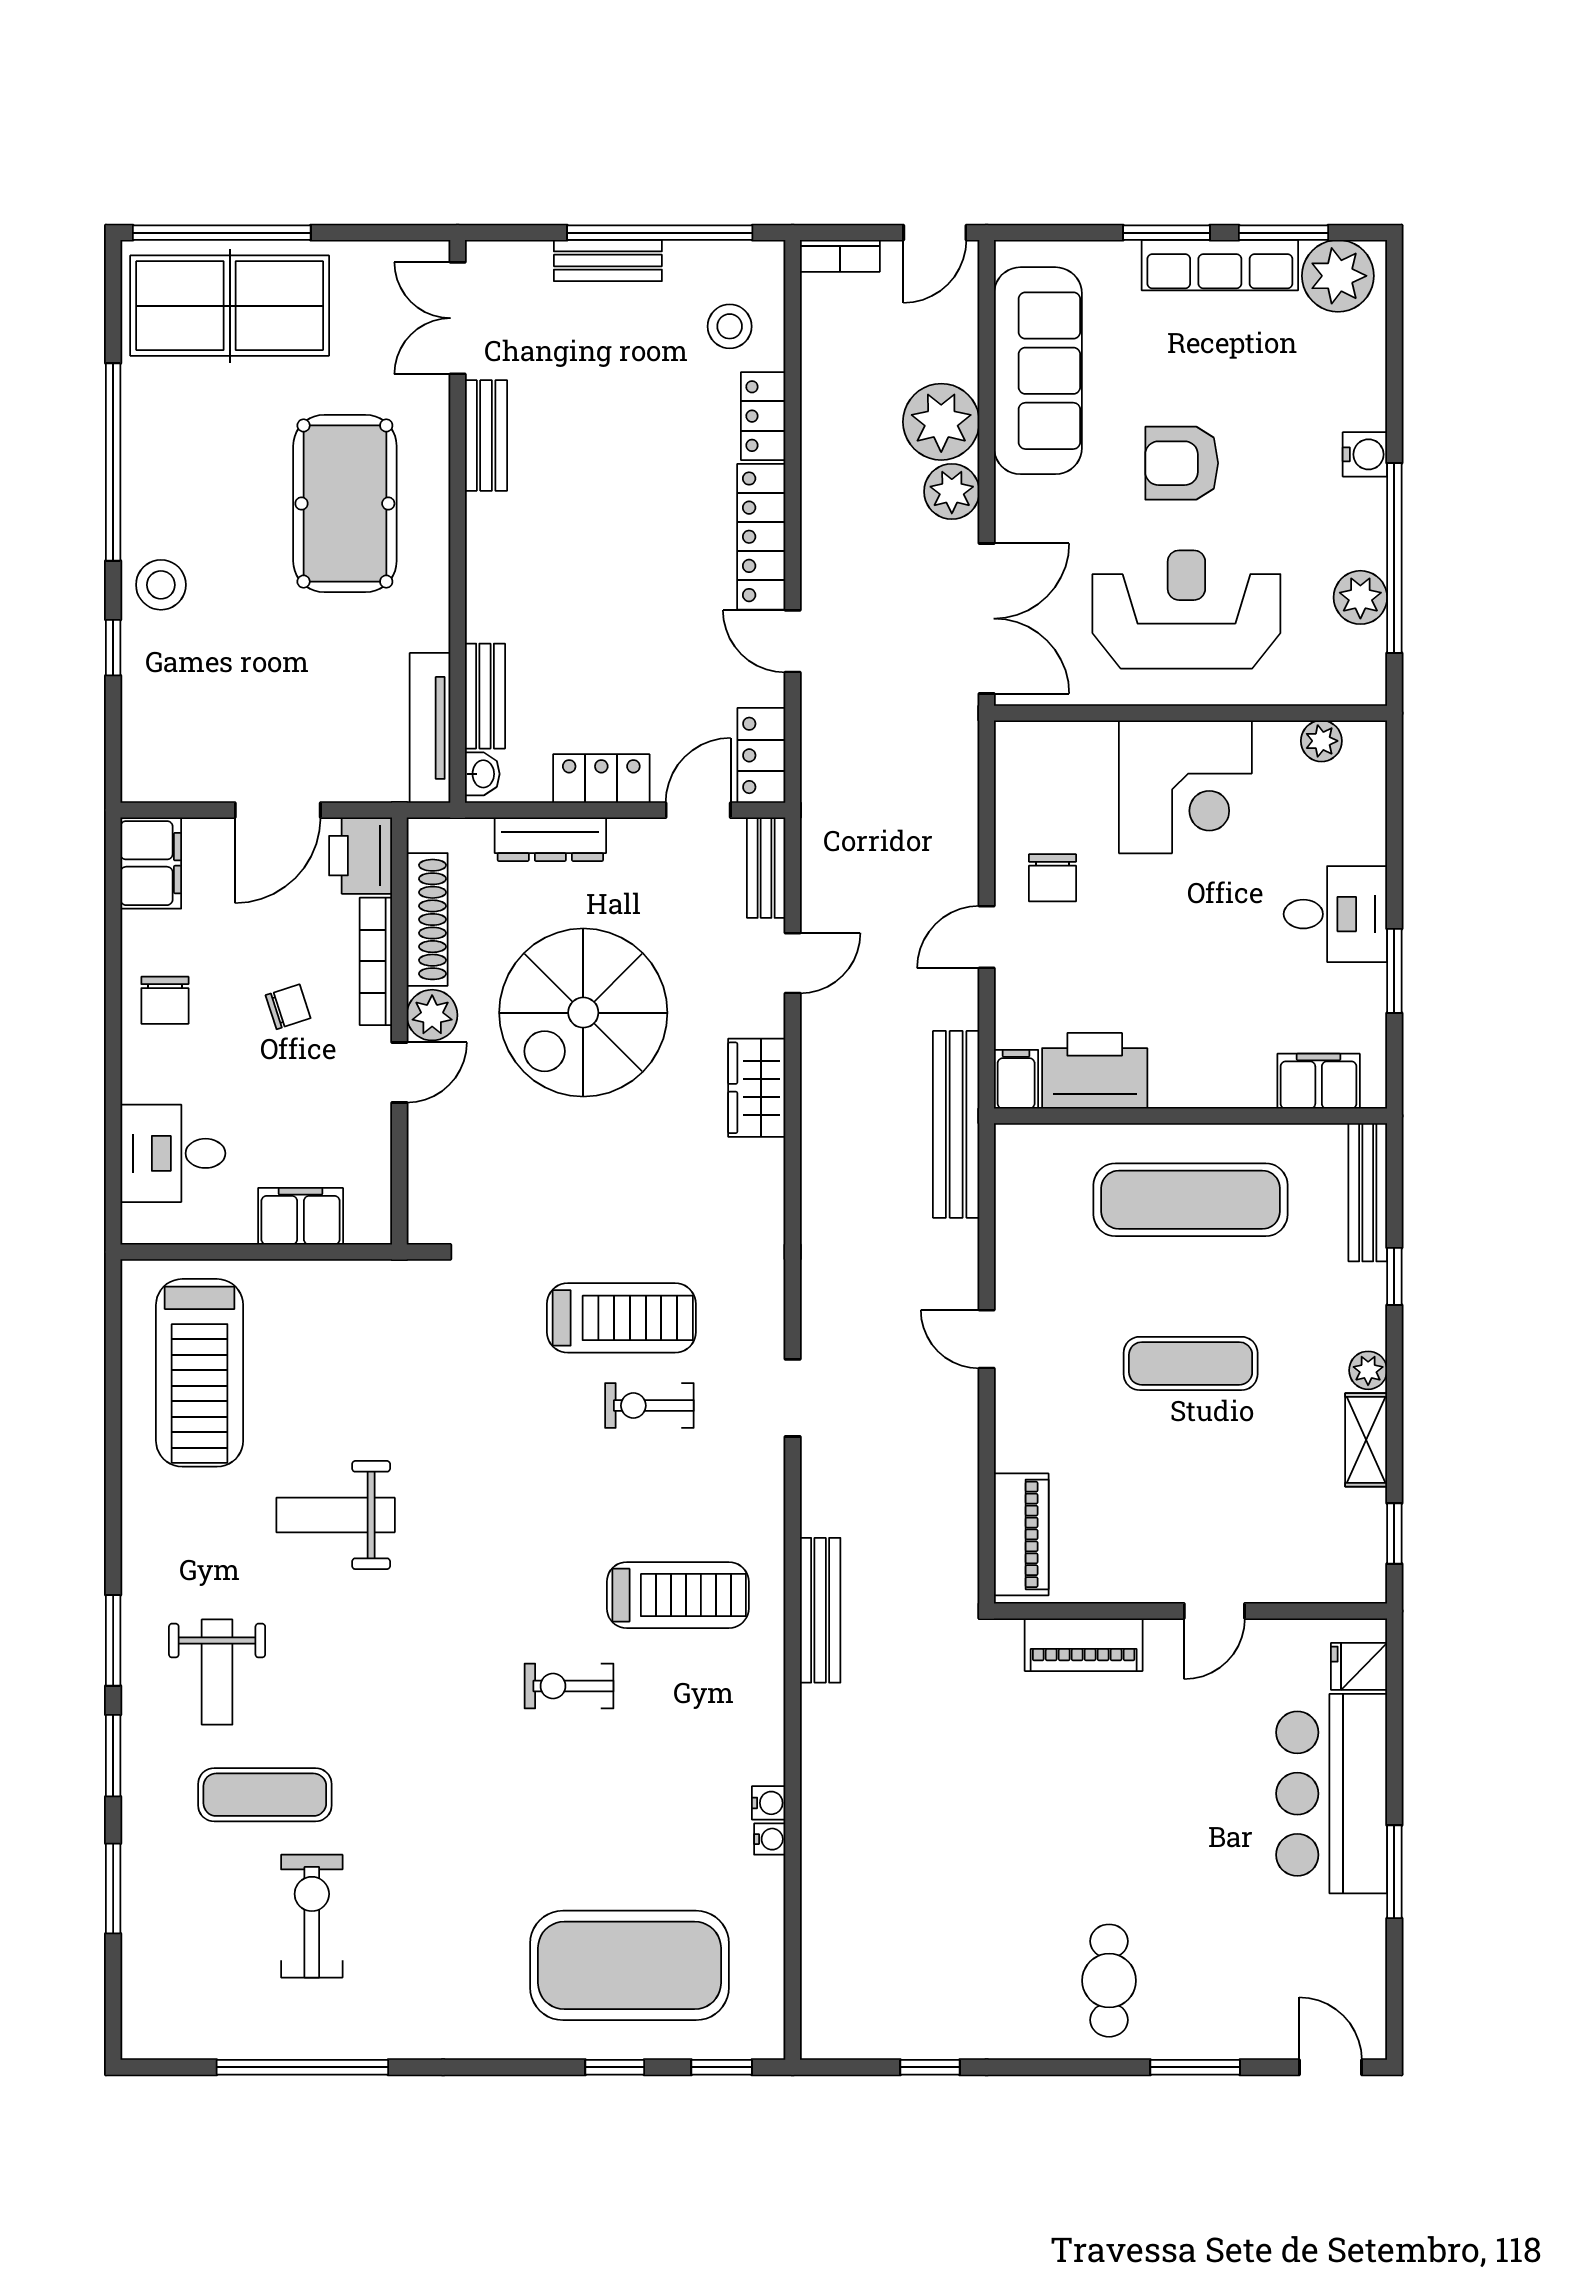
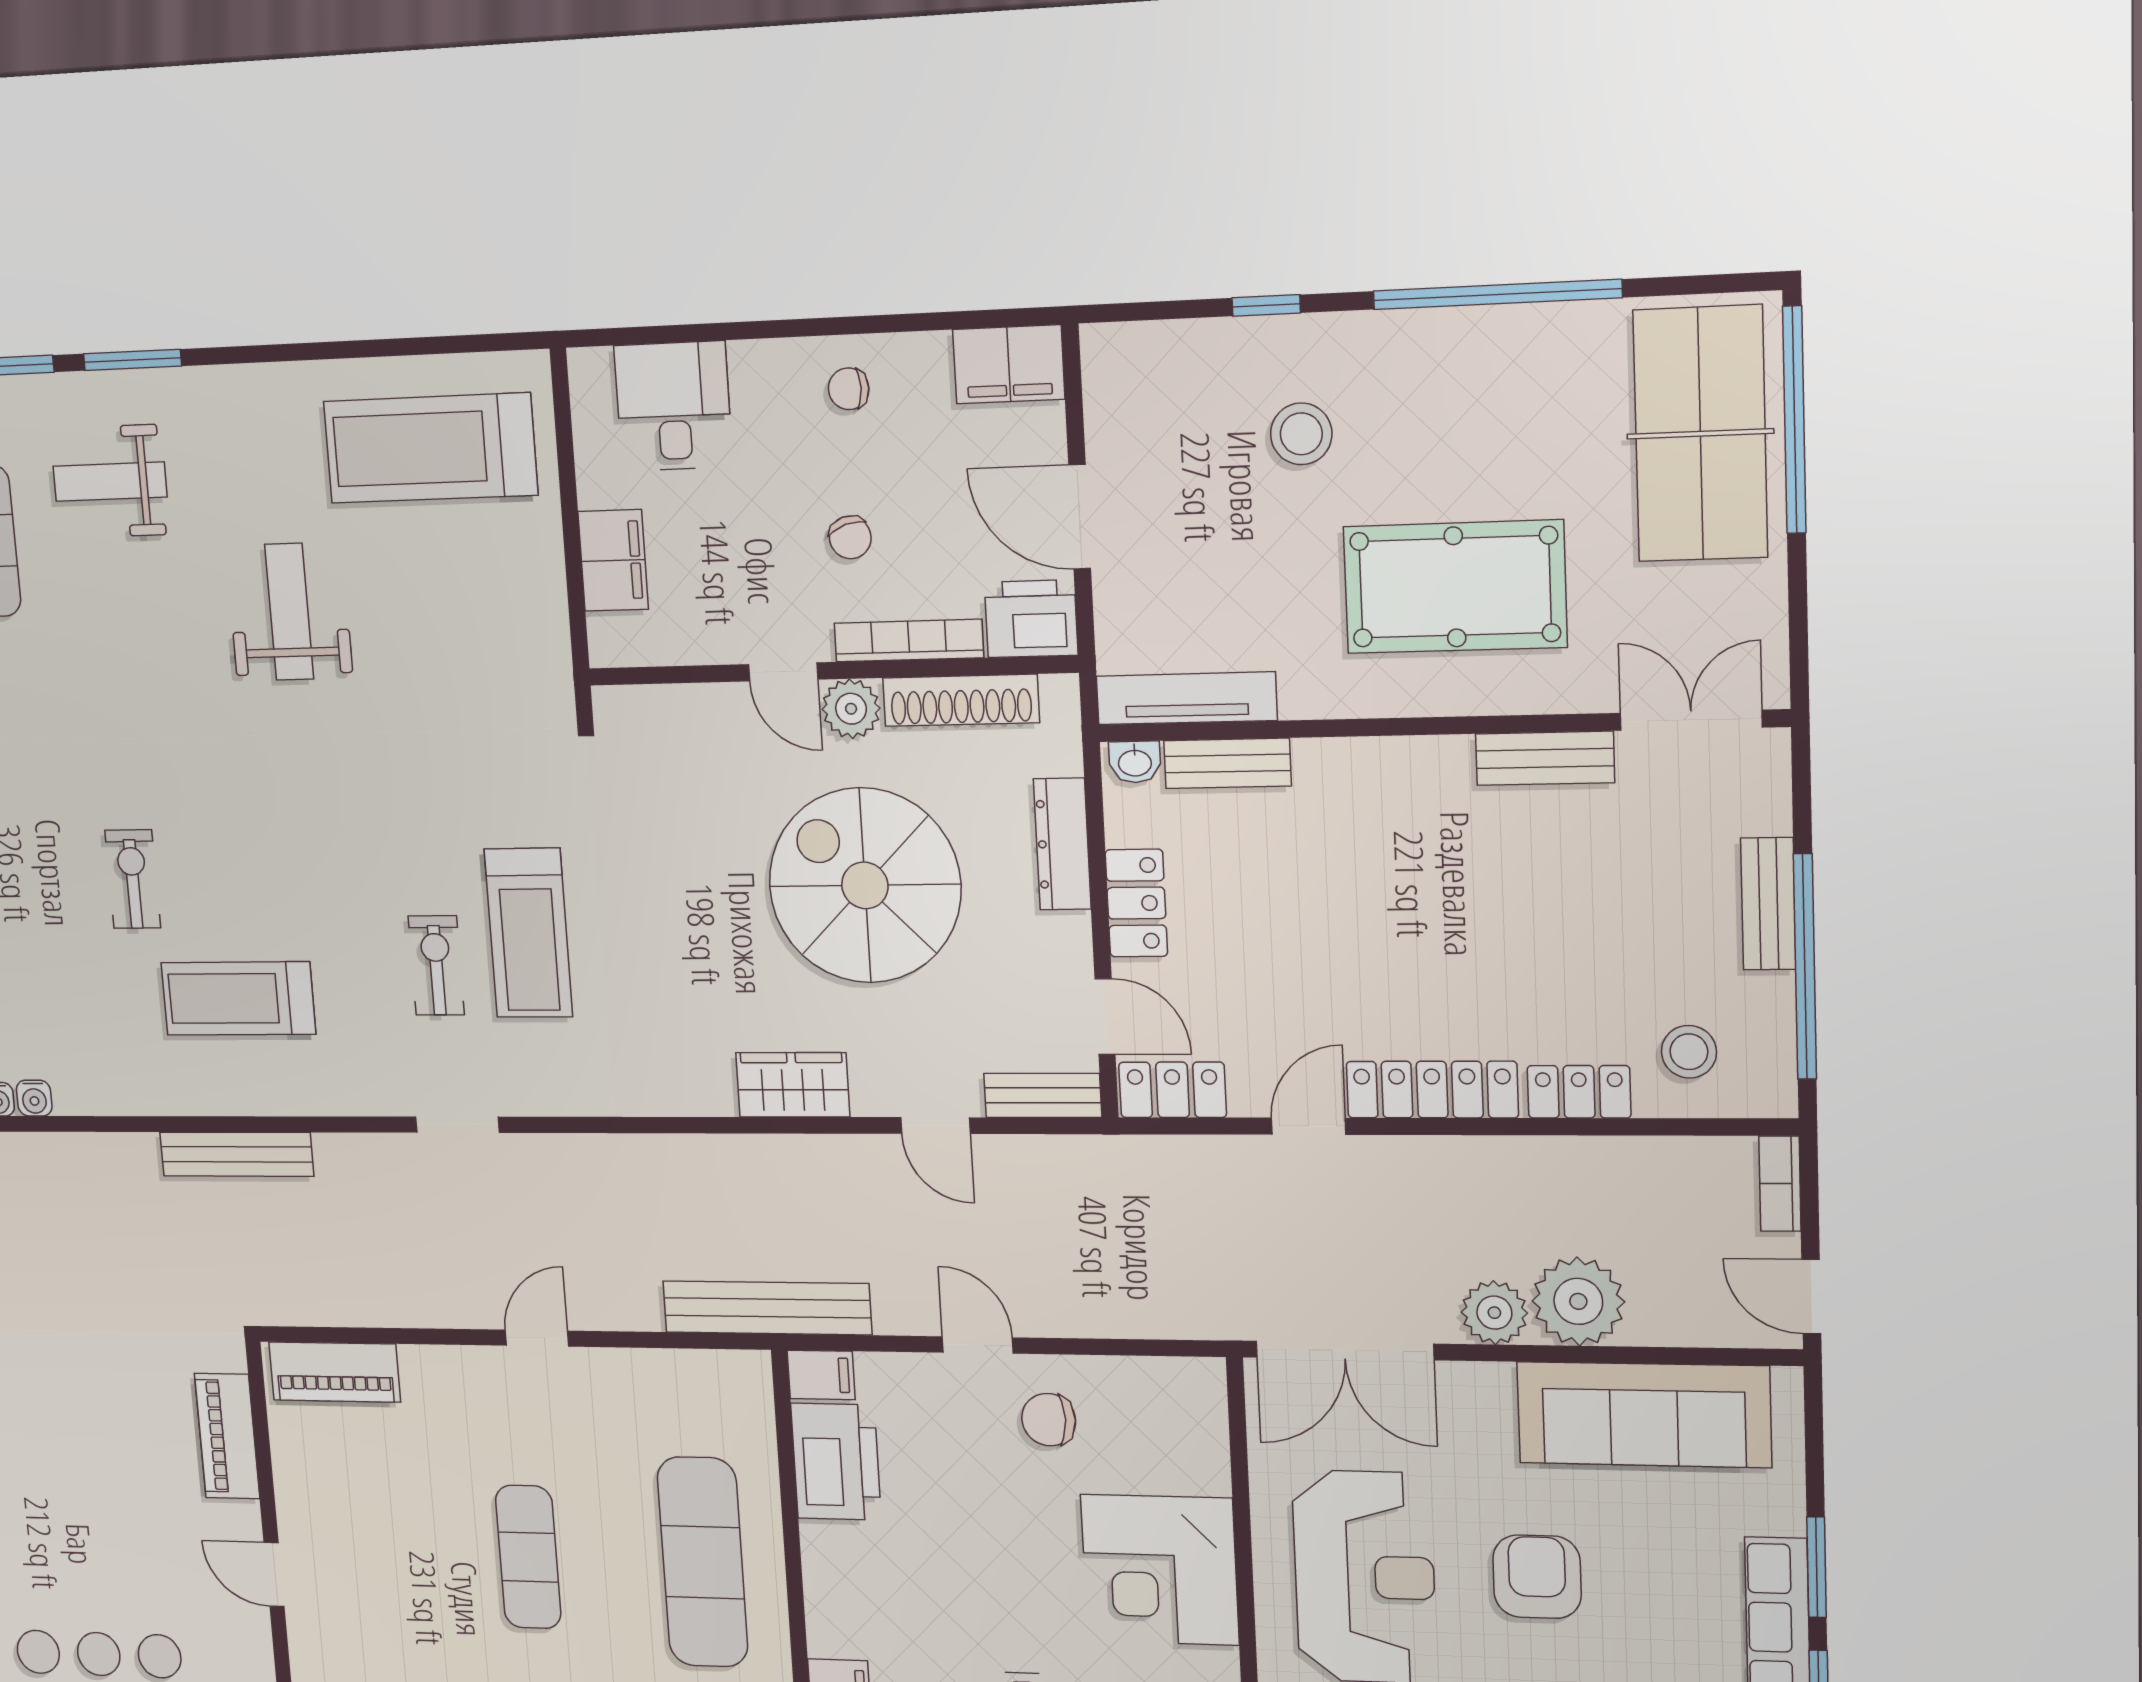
stool: (161, 585) -> (1301, 434), moved
chair: (165, 1000) -> (849, 389), width x0.73, depth x0.73
treadmill: (678, 1595) -> (238, 998), turned 90

